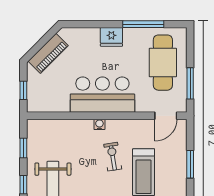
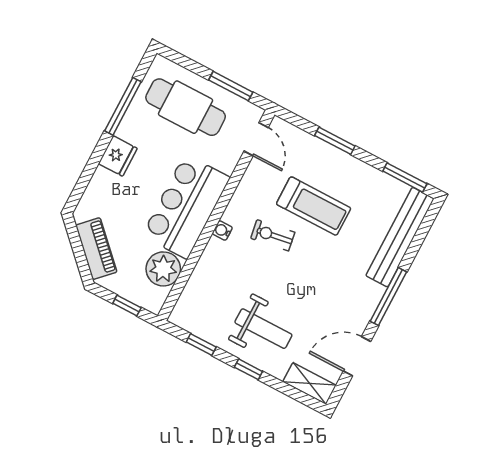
plant: (57, 101) -> (163, 269), added

